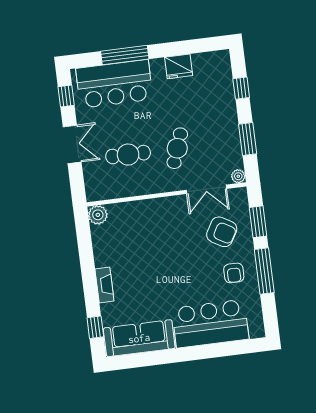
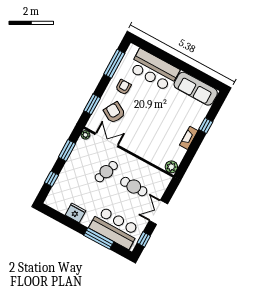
window: (264, 271) -> (114, 64), moved
fireplace: (104, 285) -> (189, 138), moved
window: (95, 327) -> (206, 126), moved

